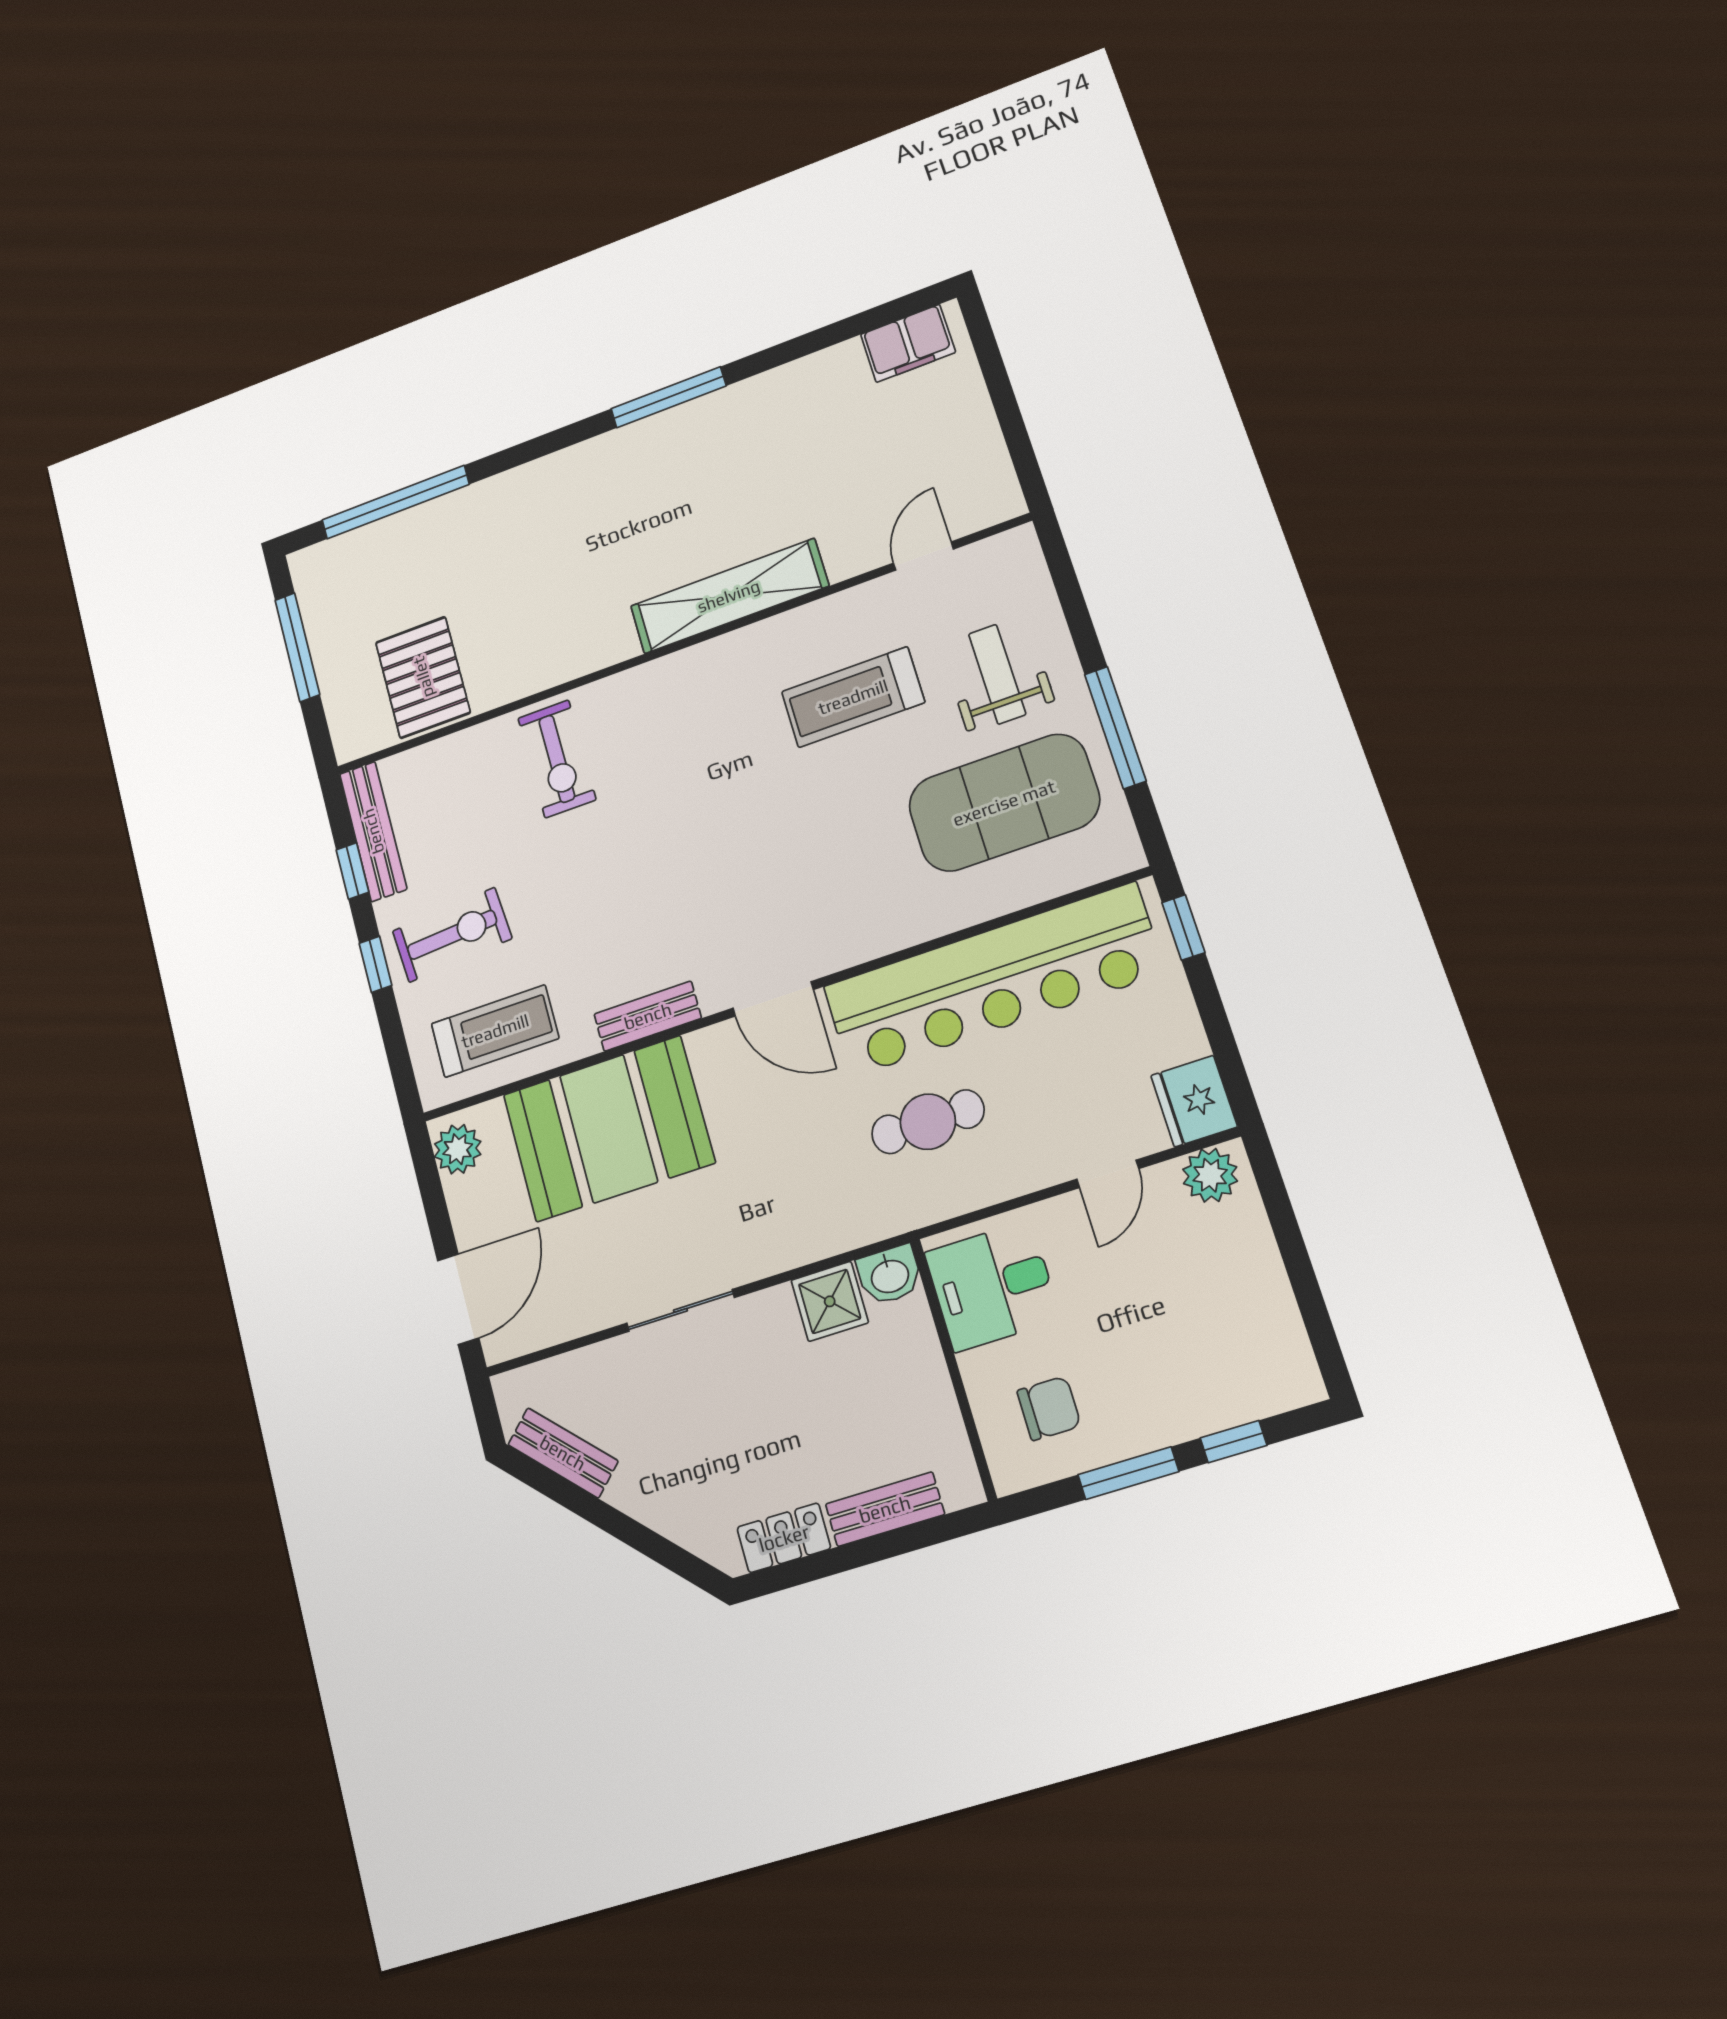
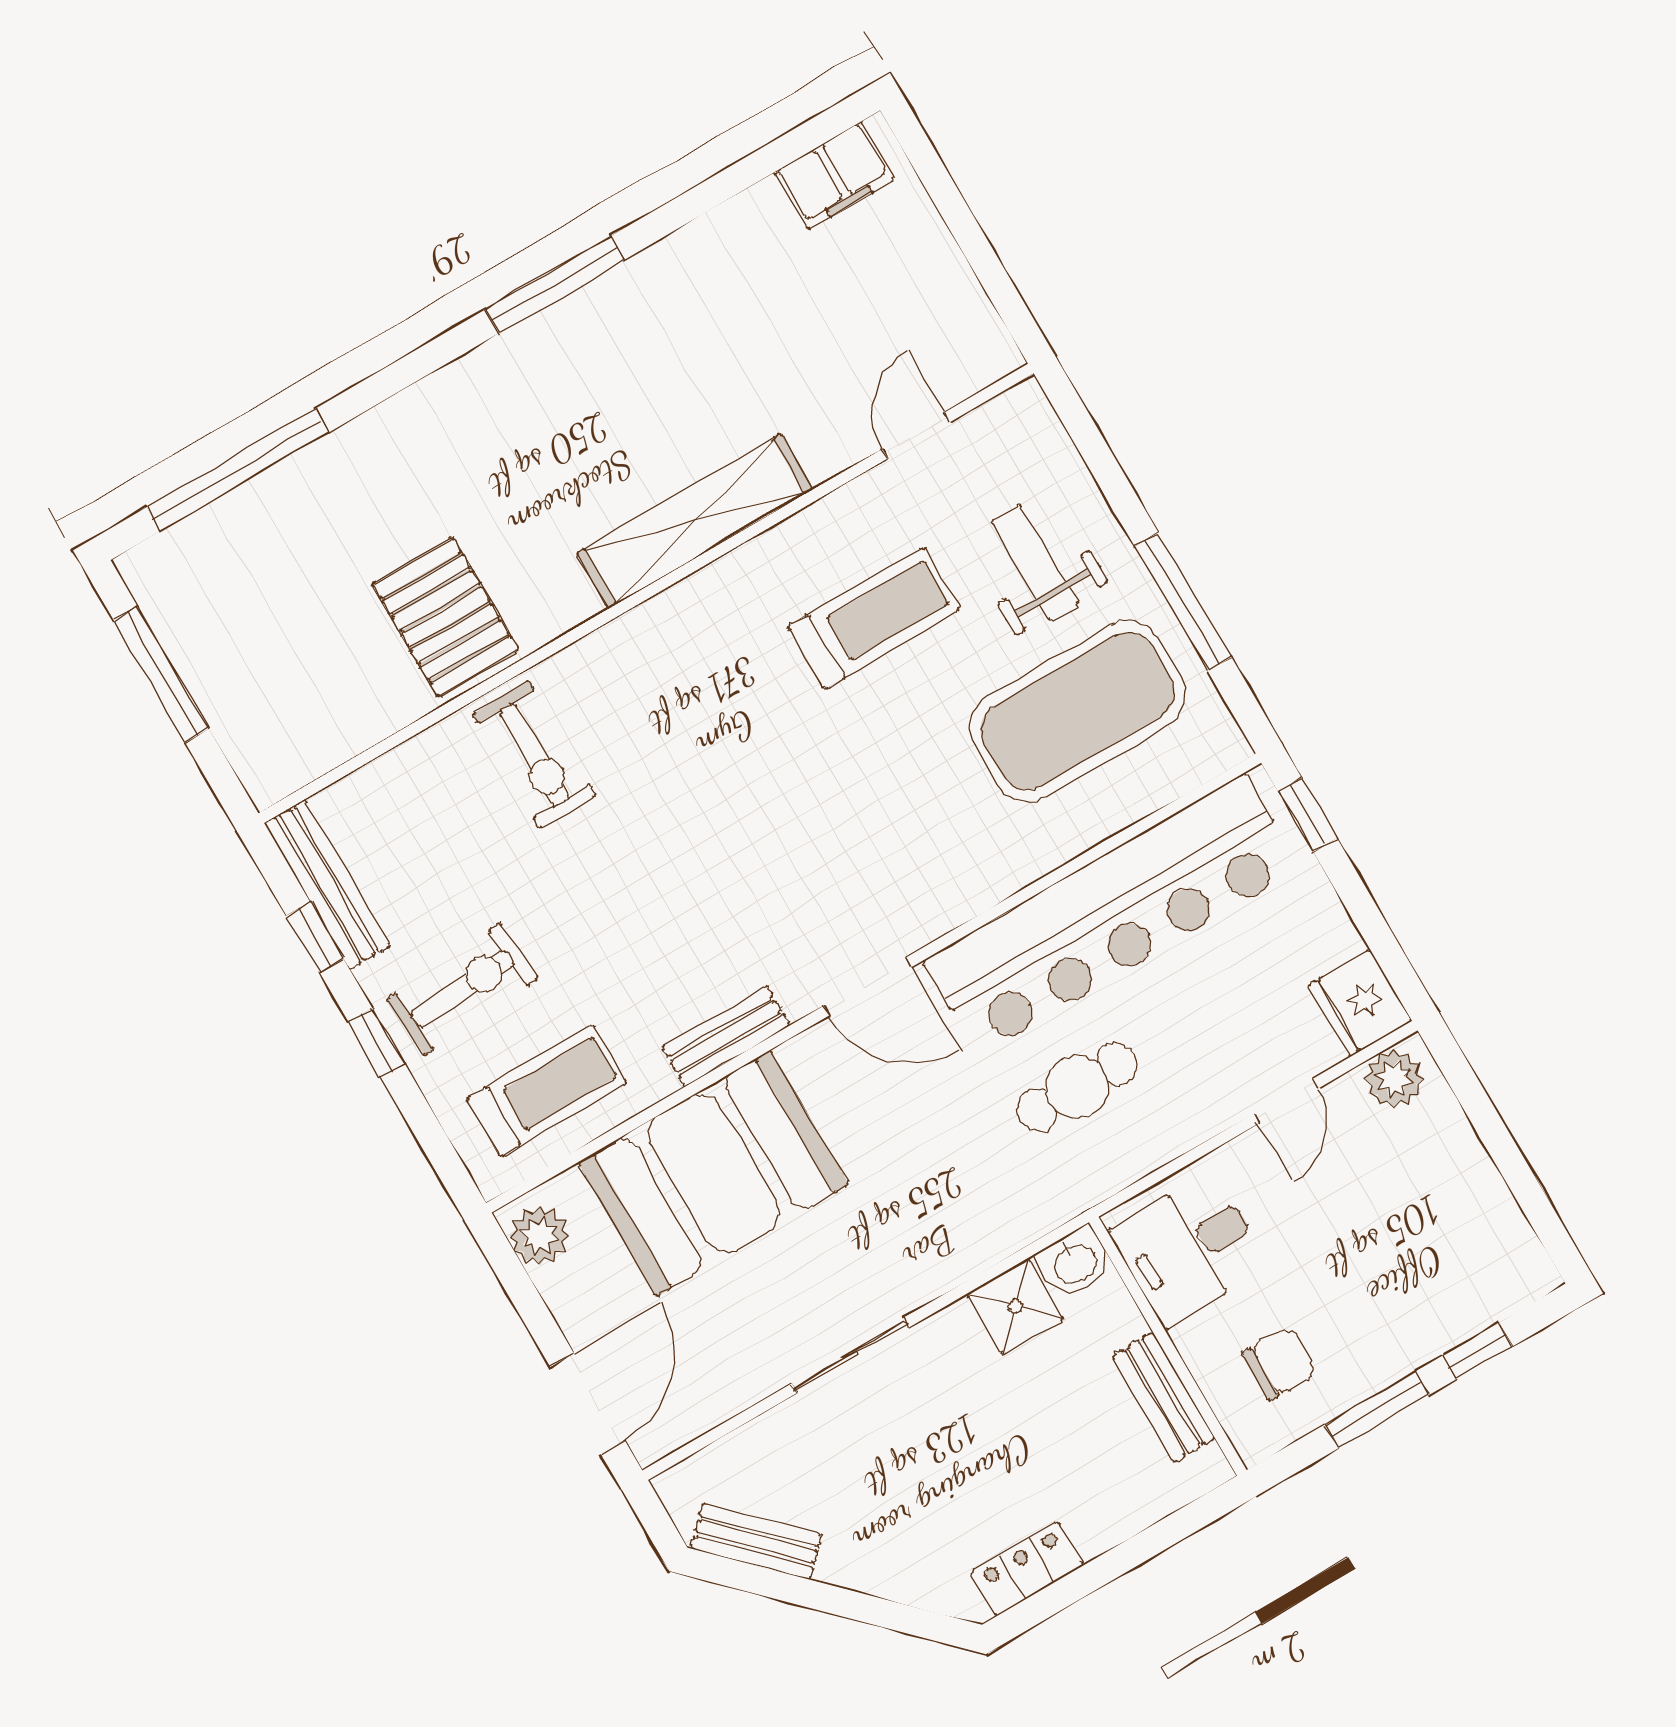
pallet: (423, 677) -> (445, 617), moved
treadmill: (853, 697) -> (874, 618), turned 180
bench: (885, 1509) -> (1164, 1397), moved, turned 90

